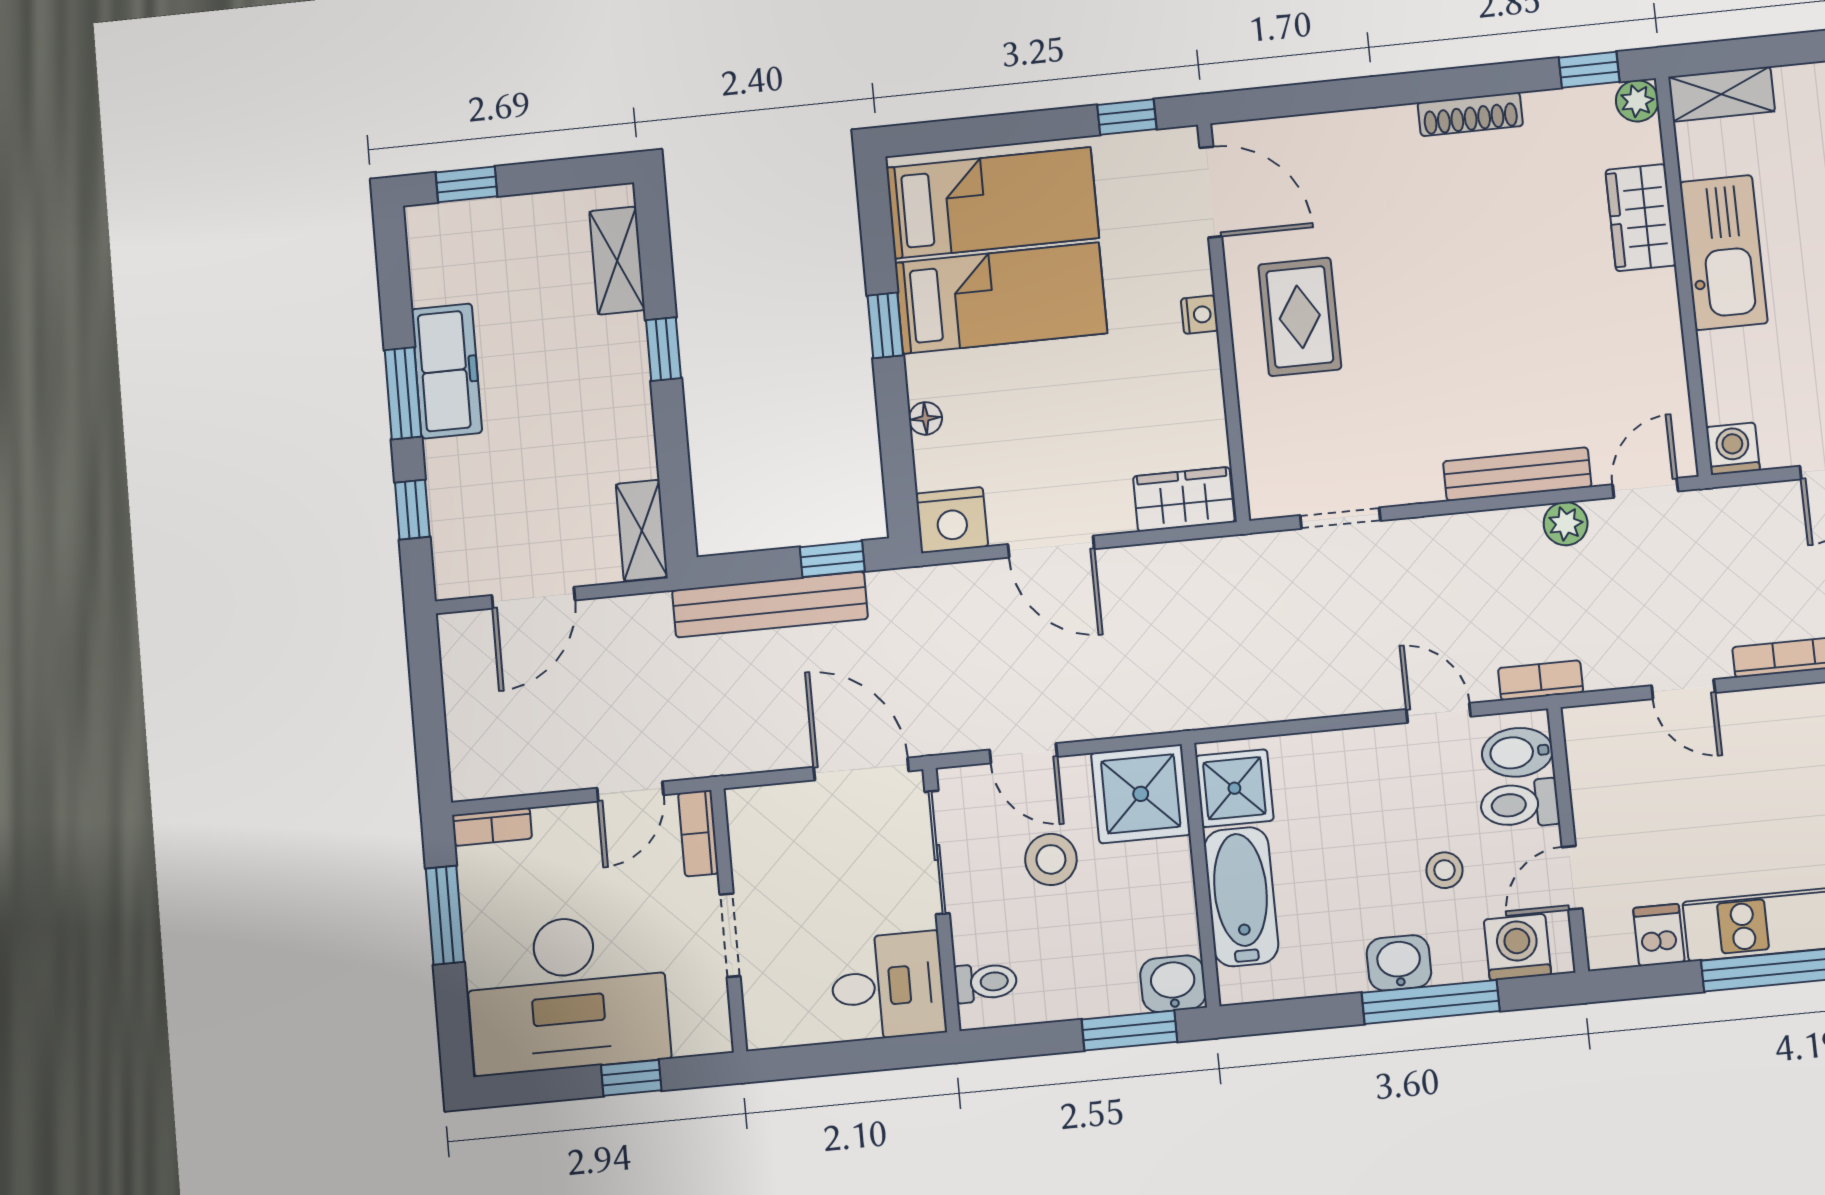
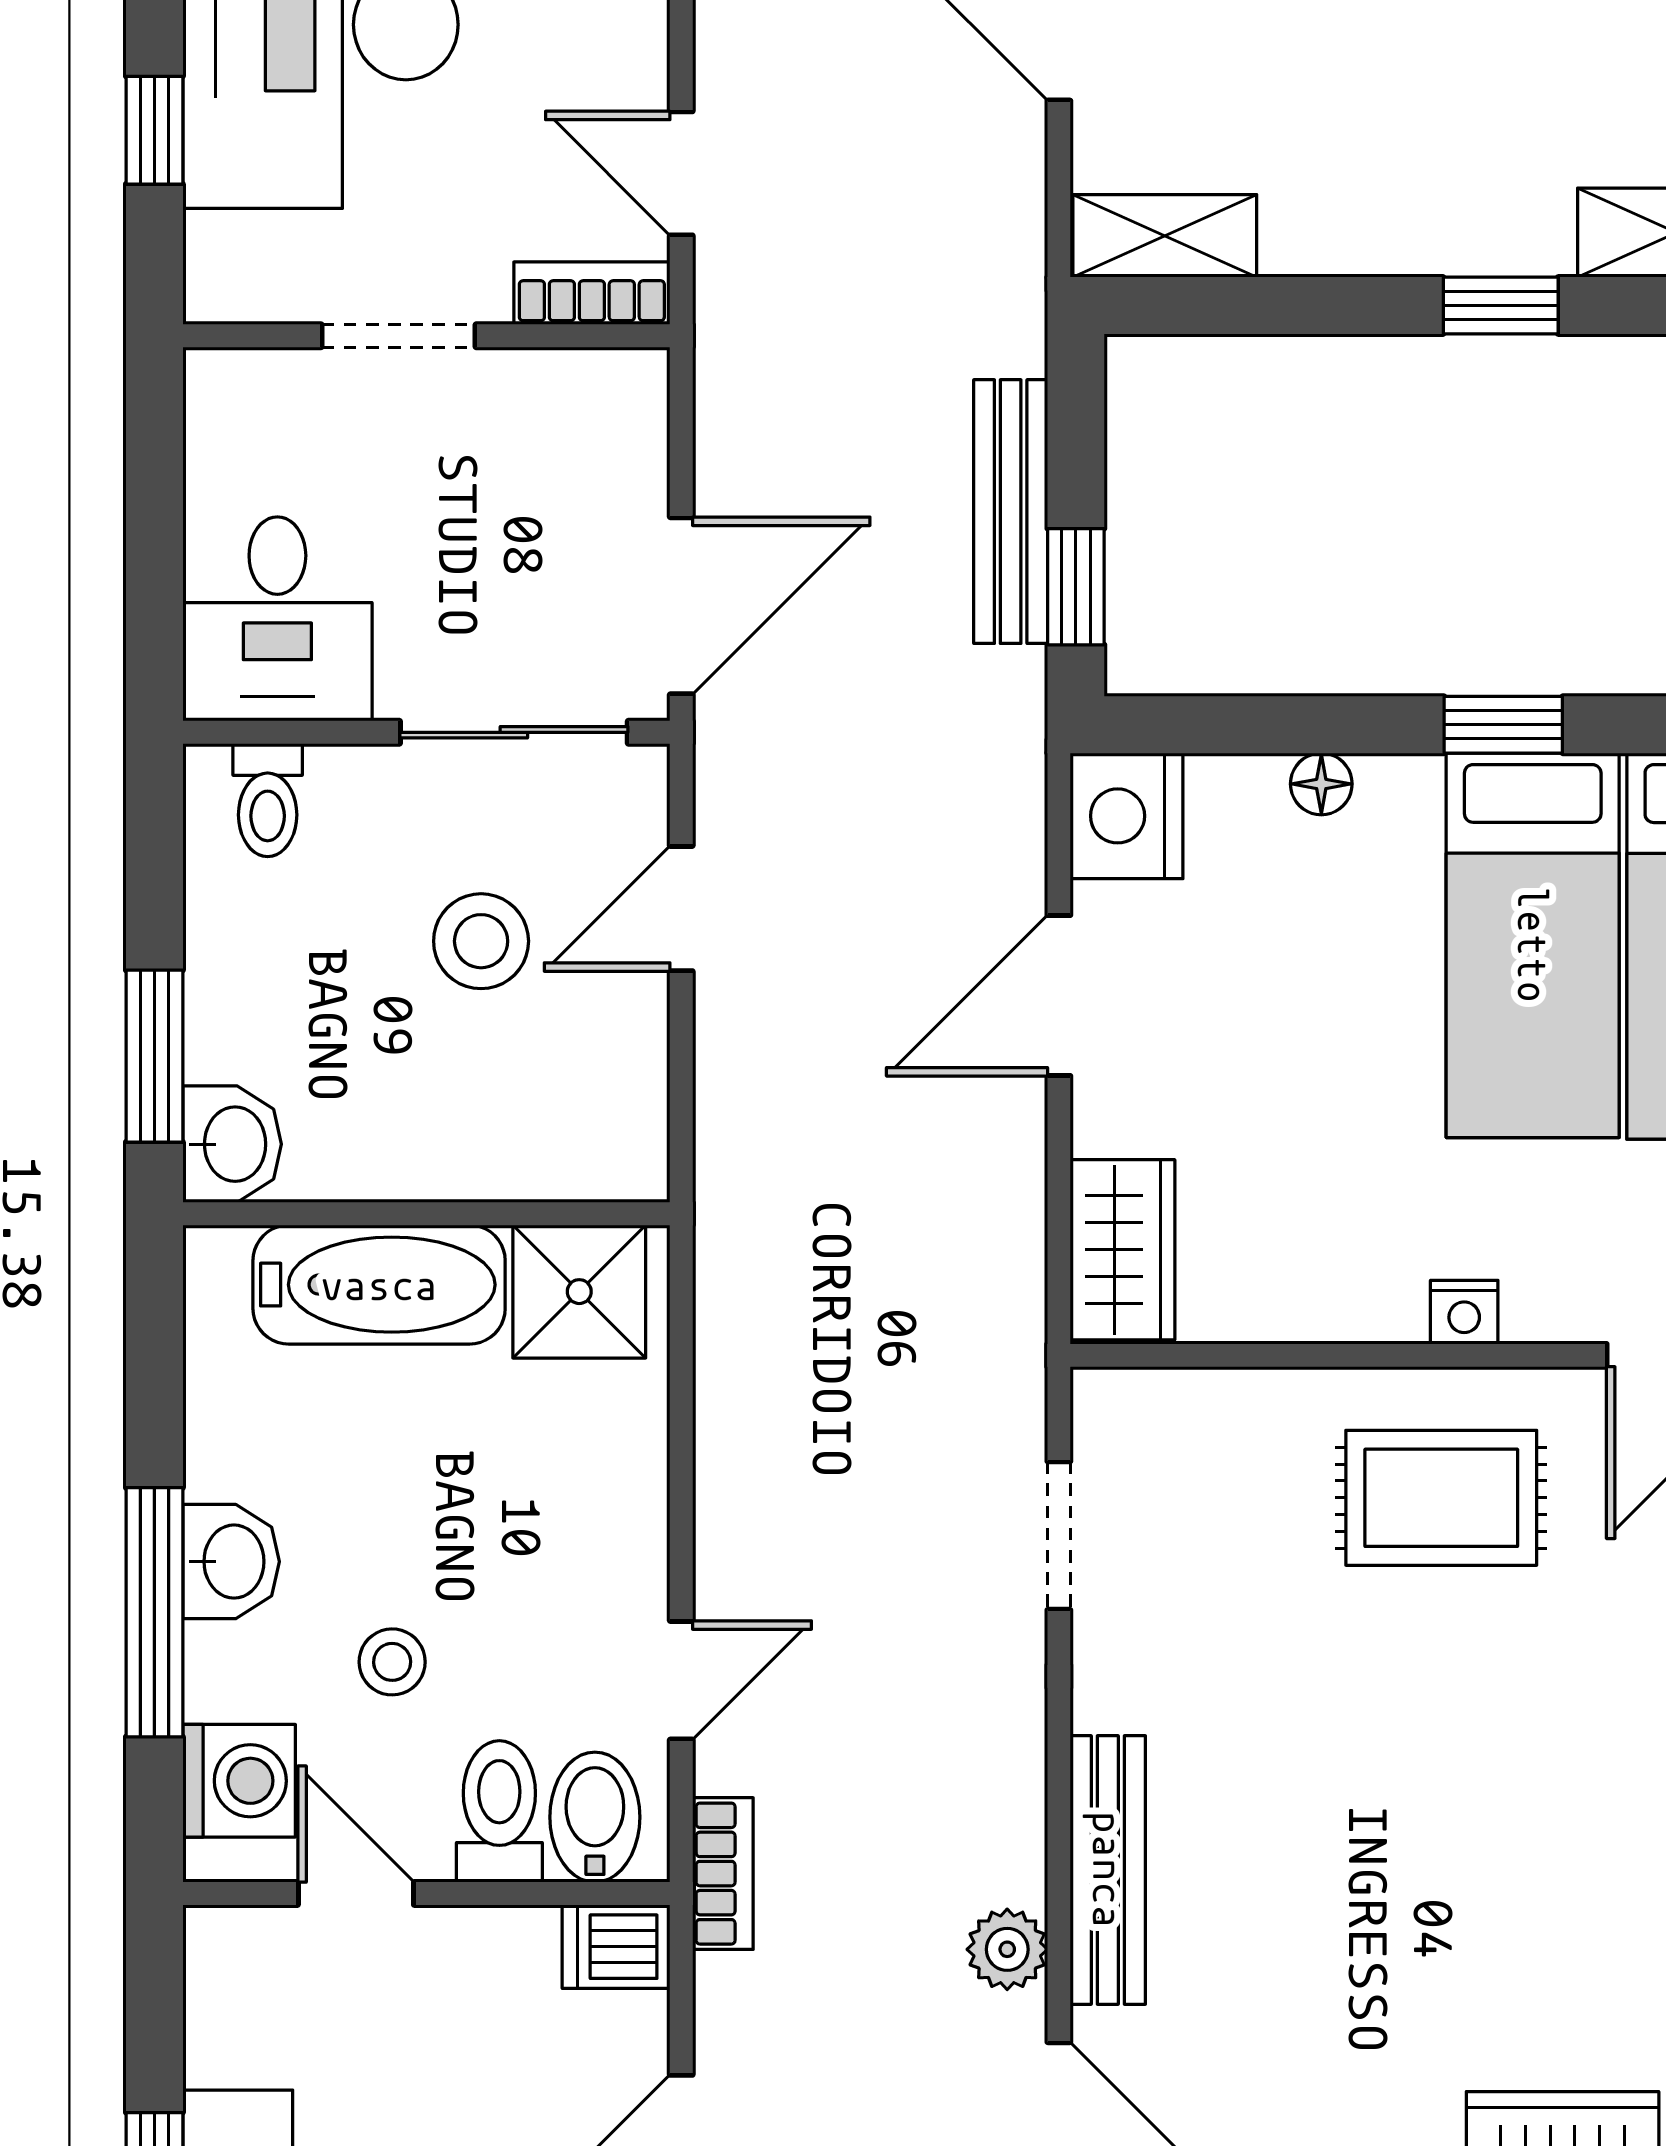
bench: (770, 605) -> (1011, 512), width x0.73, depth x0.82
shower: (1141, 794) -> (585, 1118), removed
dishwasher: (1659, 935) -> (616, 1947), moved, turned 180

